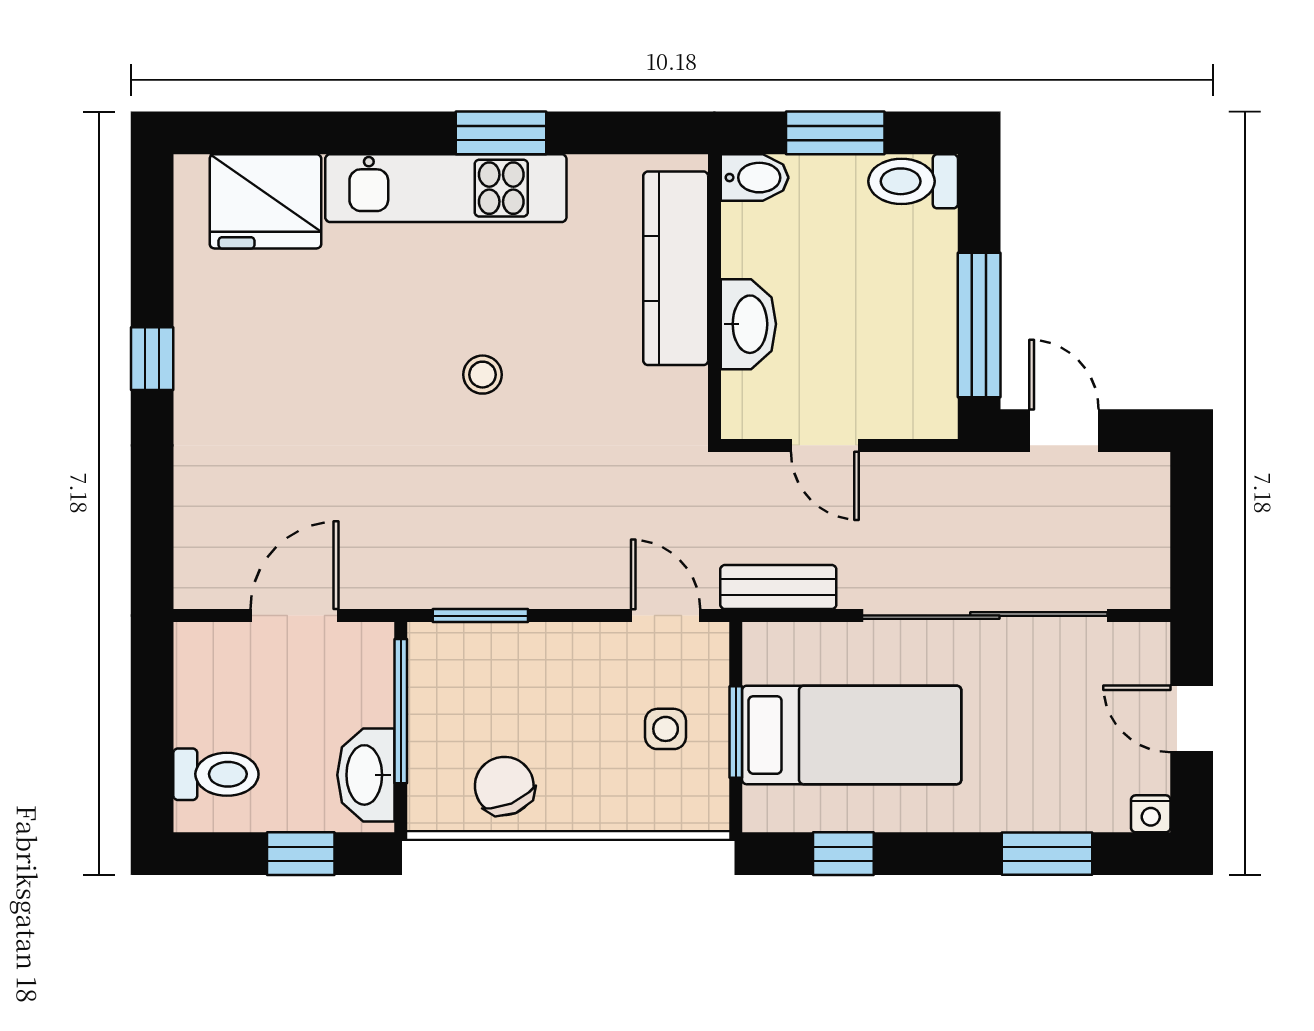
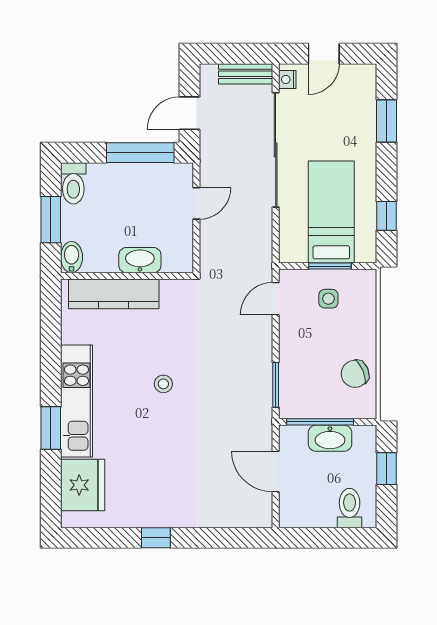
window: (501, 133) -> (51, 428), moved
door: (825, 445) -> (196, 203), moved
bench: (778, 587) -> (246, 74), moved, turned 90
washbasin: (366, 775) -> (330, 438), moved
nightstand: (1151, 814) -> (287, 79), moved, turned 180

